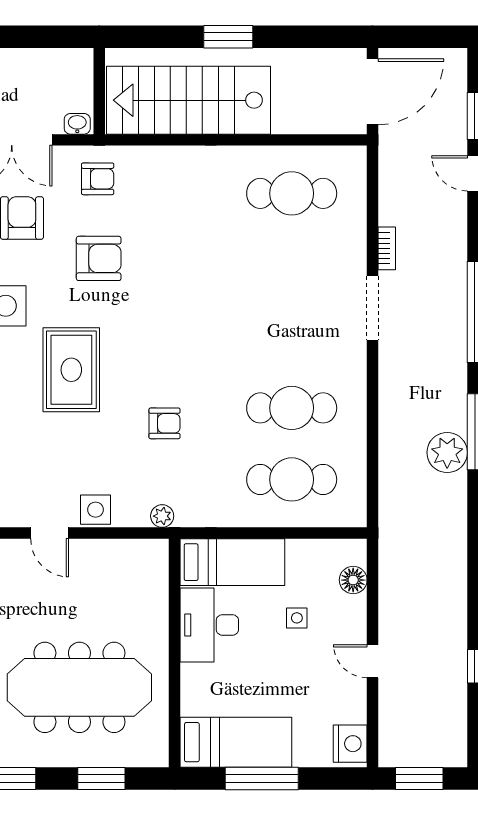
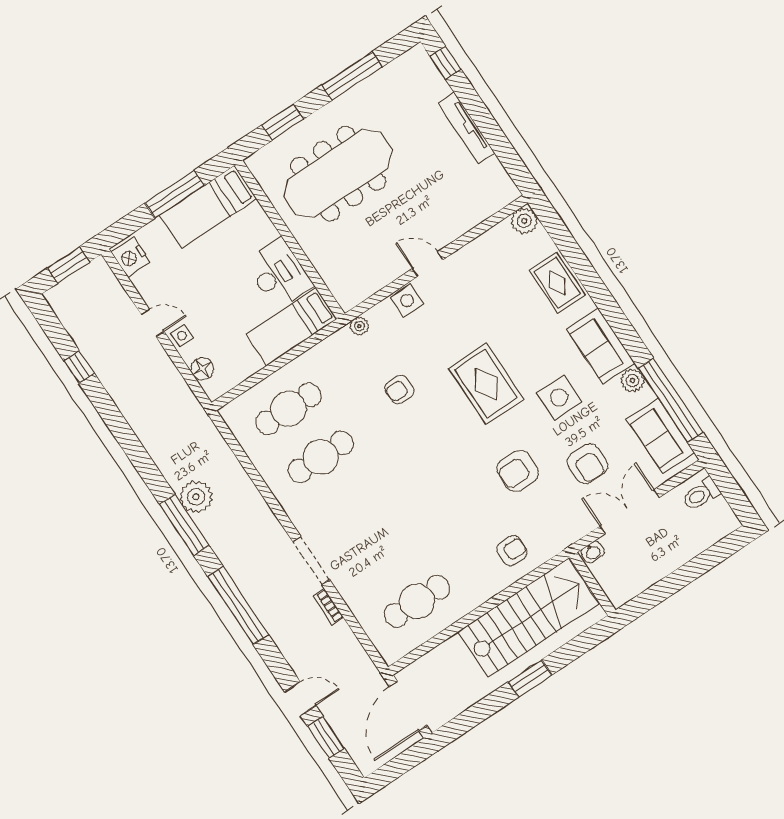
armchair: (98, 179) -> (512, 551), moved, turned 180
side table: (297, 618) -> (182, 336), moved

